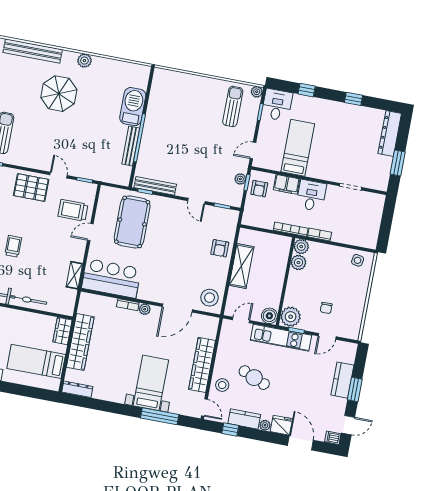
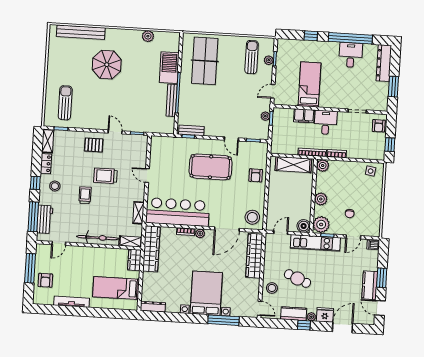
plant: (84, 61) -> (148, 36), moved
plant: (257, 92) -> (269, 60), moved
window: (353, 99) -> (350, 38), width x3.17
table tennis table: (176, 104) -> (205, 61), added
desk: (277, 105) -> (351, 55), moved
bench: (155, 186) -> (191, 130), width x0.73
pallet: (31, 188) -> (94, 145), width x0.67, depth x0.71
armchair: (259, 189) -> (379, 126), moved
trolley: (73, 210) -> (106, 176), moved
pool table: (132, 222) -> (211, 167), moved, turned 90
door: (90, 232) -> (147, 176), hinge flipped
window: (385, 232) -> (390, 145), added
plant: (298, 262) -> (321, 199), moved
shelving: (241, 266) -> (293, 165), moved, turned 90
bar counter: (111, 278) -> (178, 212), width x1.36
shelving: (60, 308) -> (130, 241), added
wardrobe: (80, 342) -> (151, 249), moved
wardrobe: (202, 365) -> (254, 256), moved
kitchen counter: (342, 380) -> (370, 285), moved
bed with nightstands: (151, 383) -> (206, 293), width x1.36
door: (348, 425) -> (380, 308), swing flipped
window: (230, 430) -> (304, 325), moved
dishwasher: (333, 438) -> (373, 245), moved
door: (300, 443) -> (342, 327), hinge flipped

